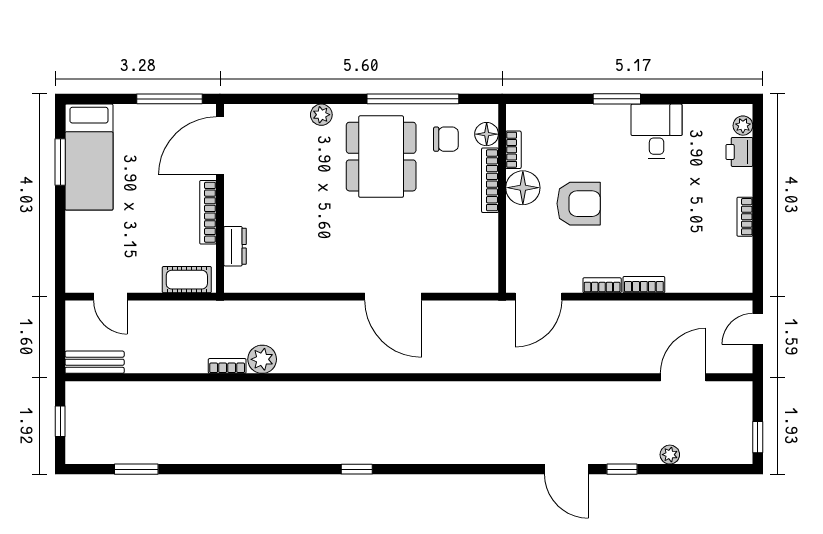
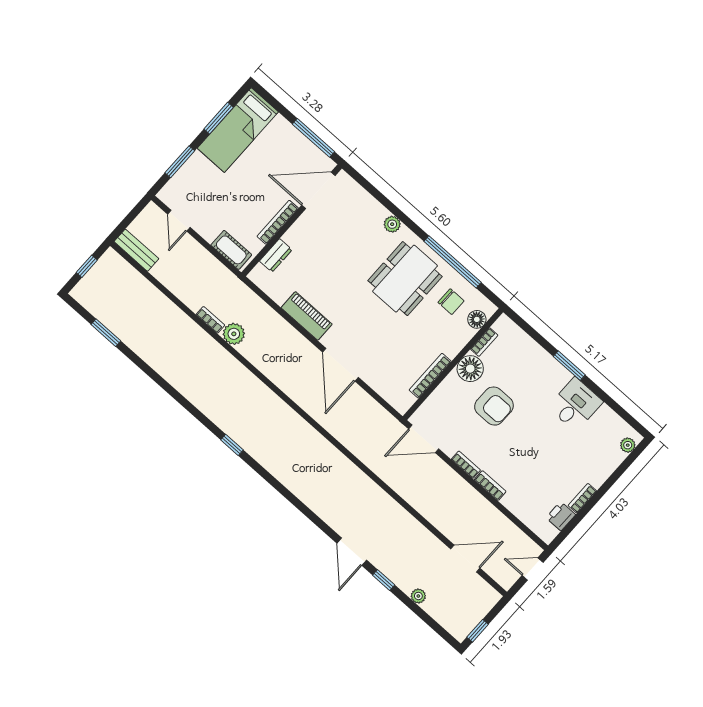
printer: (739, 152) -> (561, 516), moved
bookcase: (490, 180) -> (430, 376), moved
window: (60, 238) -> (180, 162), added
piano: (318, 278) -> (307, 316), added

